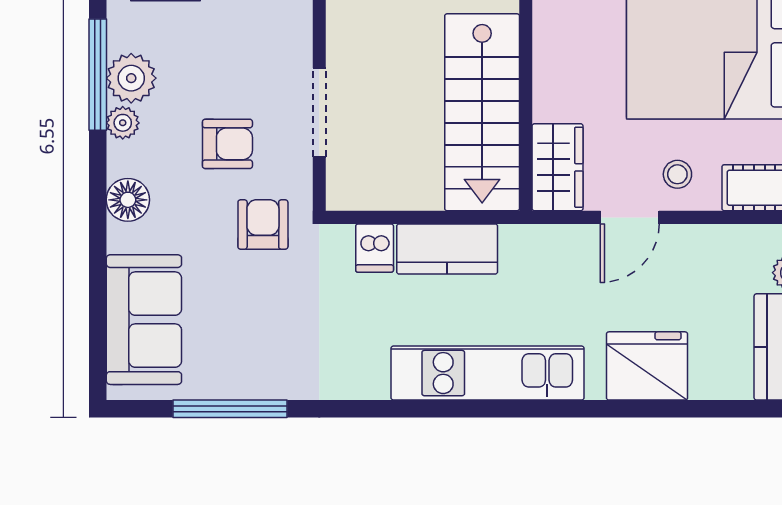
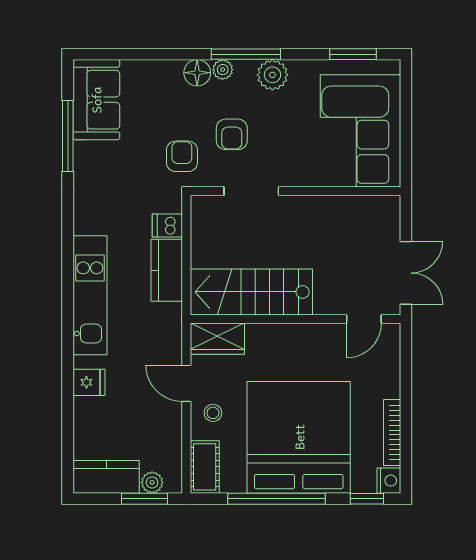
window: (98, 75) -> (246, 54), moved
plant: (123, 123) -> (223, 70), moved
armchair: (263, 224) -> (182, 156), turned -90
sofa: (144, 320) -> (96, 100), moved, turned -90
fridge: (647, 366) -> (89, 382), width x0.53, depth x0.75

